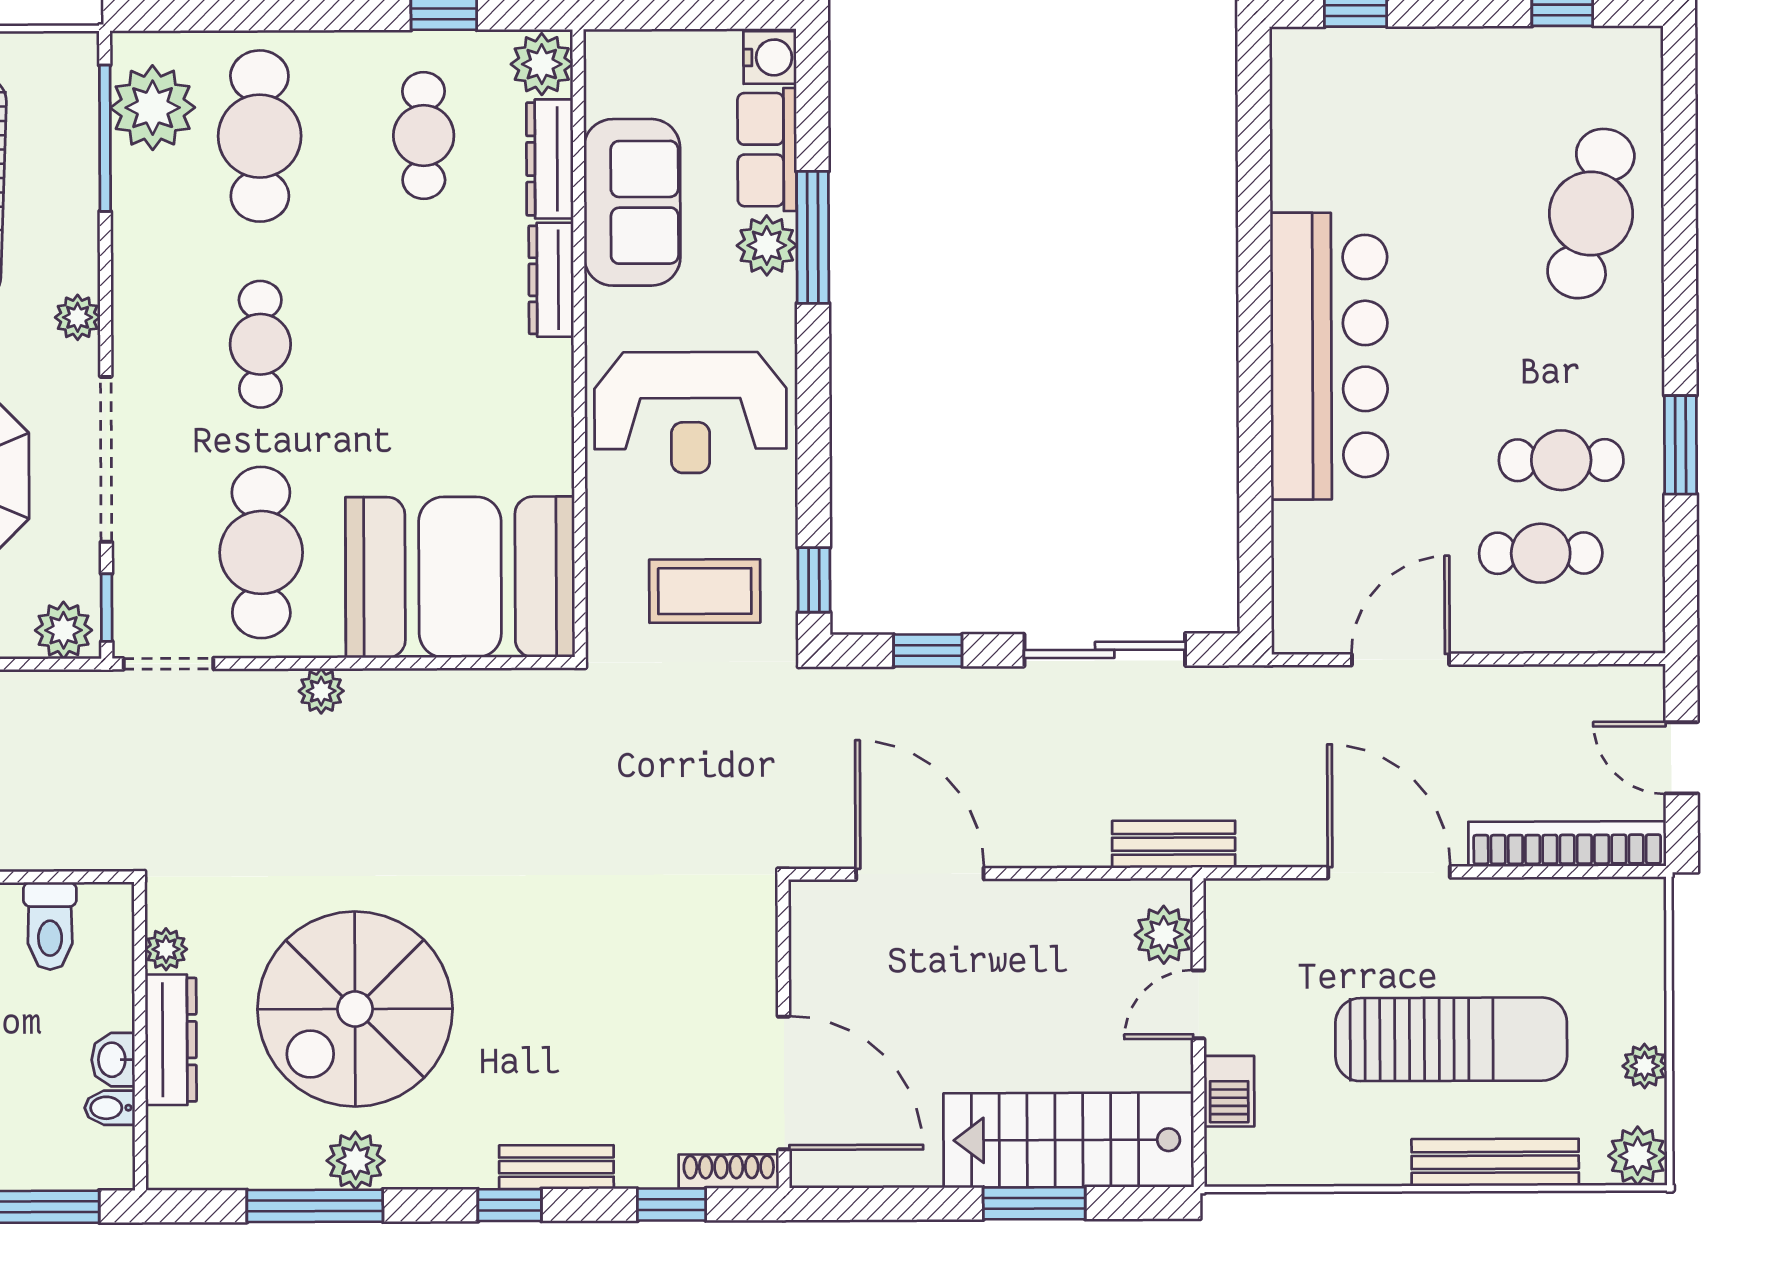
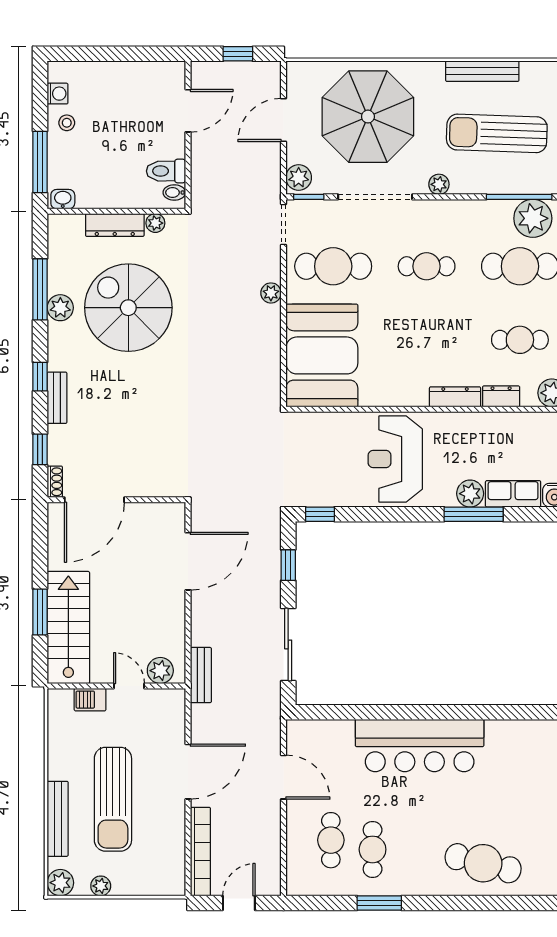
dresser: (550, 159) -> (501, 396), width x0.70
sofa: (632, 202) -> (490, 433), removed
coffee table: (705, 591) -> (315, 465), removed
washbasin: (113, 1060) -> (63, 199), moved
bidet: (110, 1108) -> (174, 192), moved, turned -90
shoe rack: (729, 1171) -> (55, 482), width x0.70

